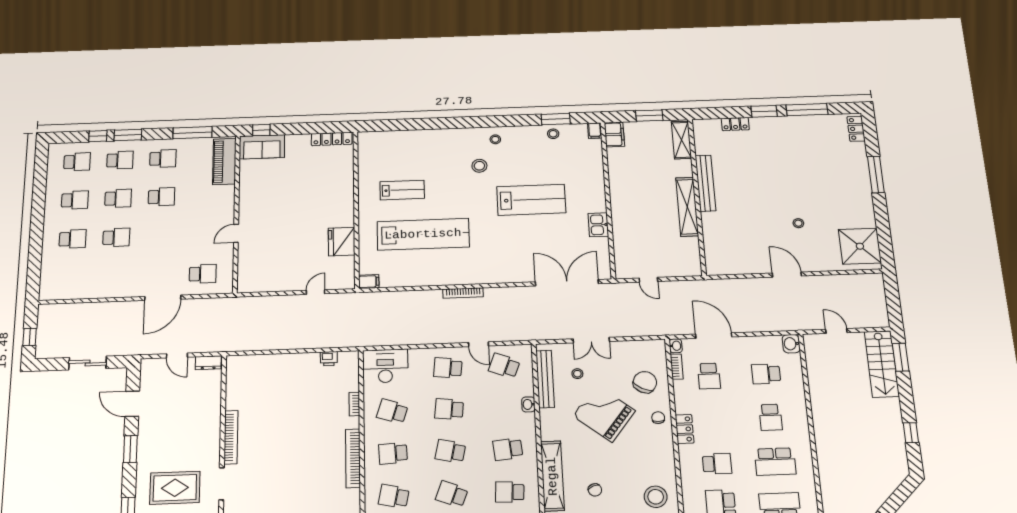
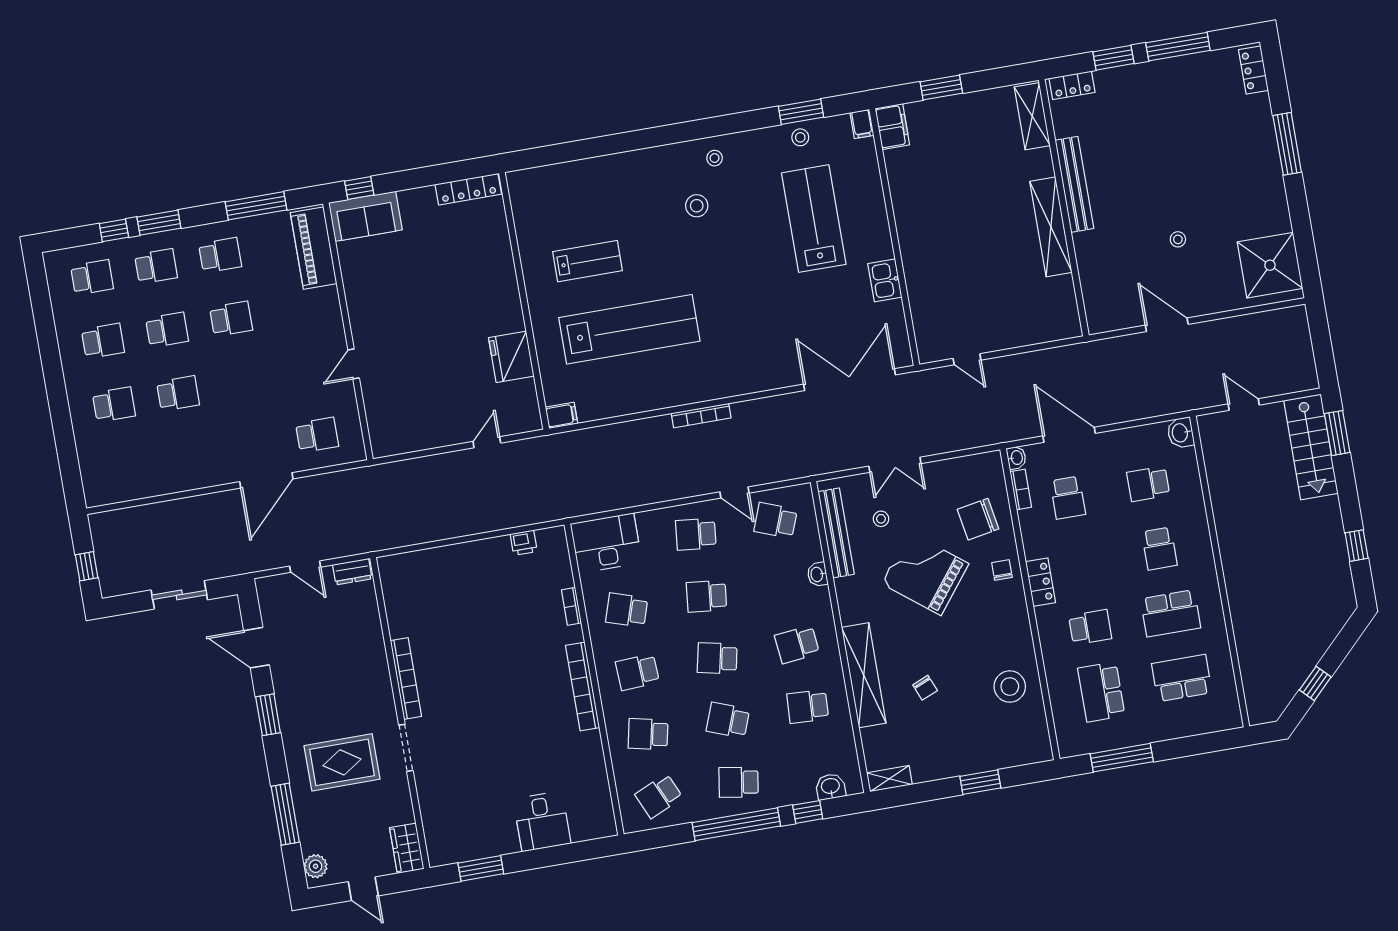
shelving: (681, 140) -> (1032, 116), moved
bench: (705, 183) -> (1074, 184), moved
wall: (697, 196) -> (1064, 208), moved
lab bench: (531, 200) -> (814, 219), moved, turned -90
shelving: (687, 207) -> (1051, 227), moved
chair: (645, 382) -> (978, 519), turned -127

